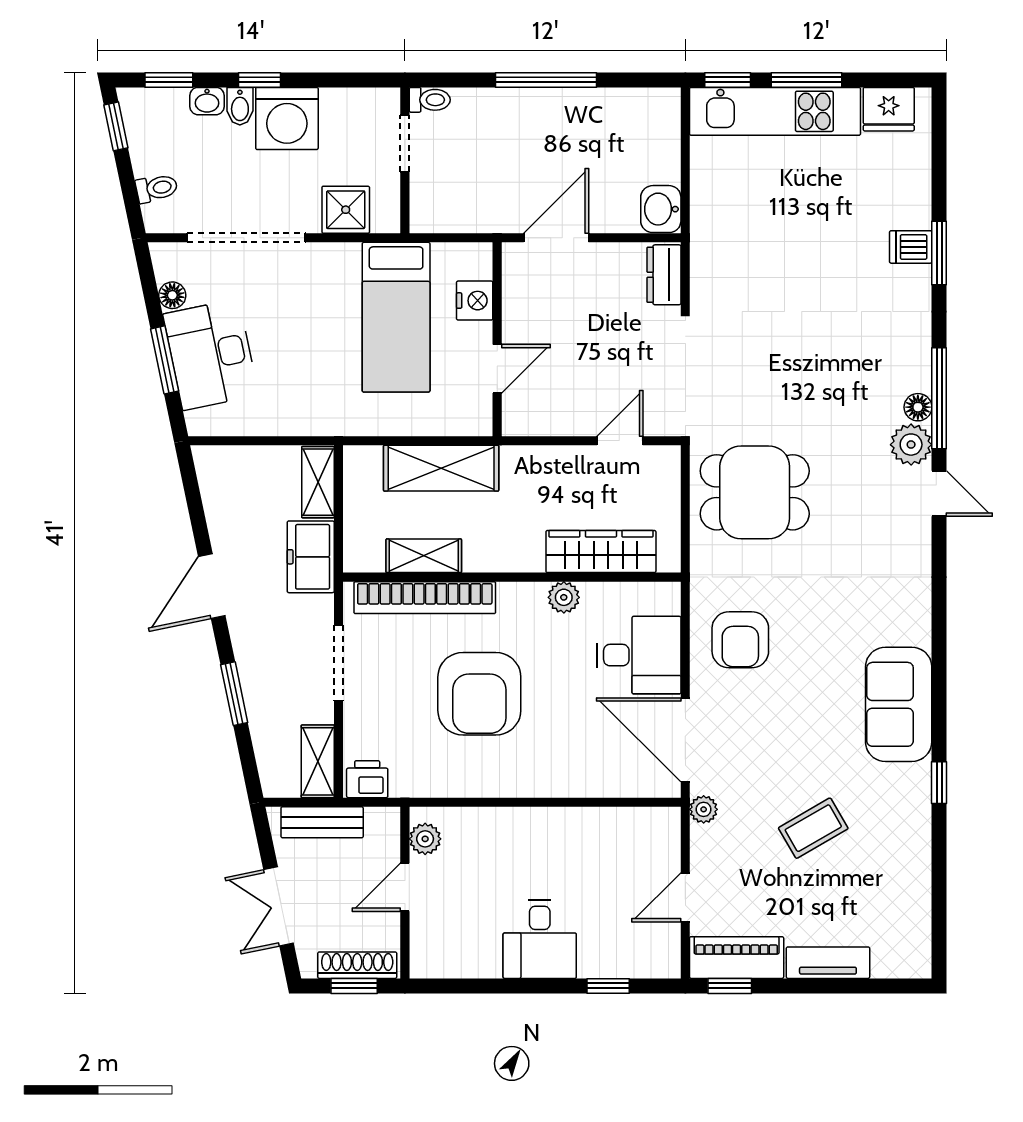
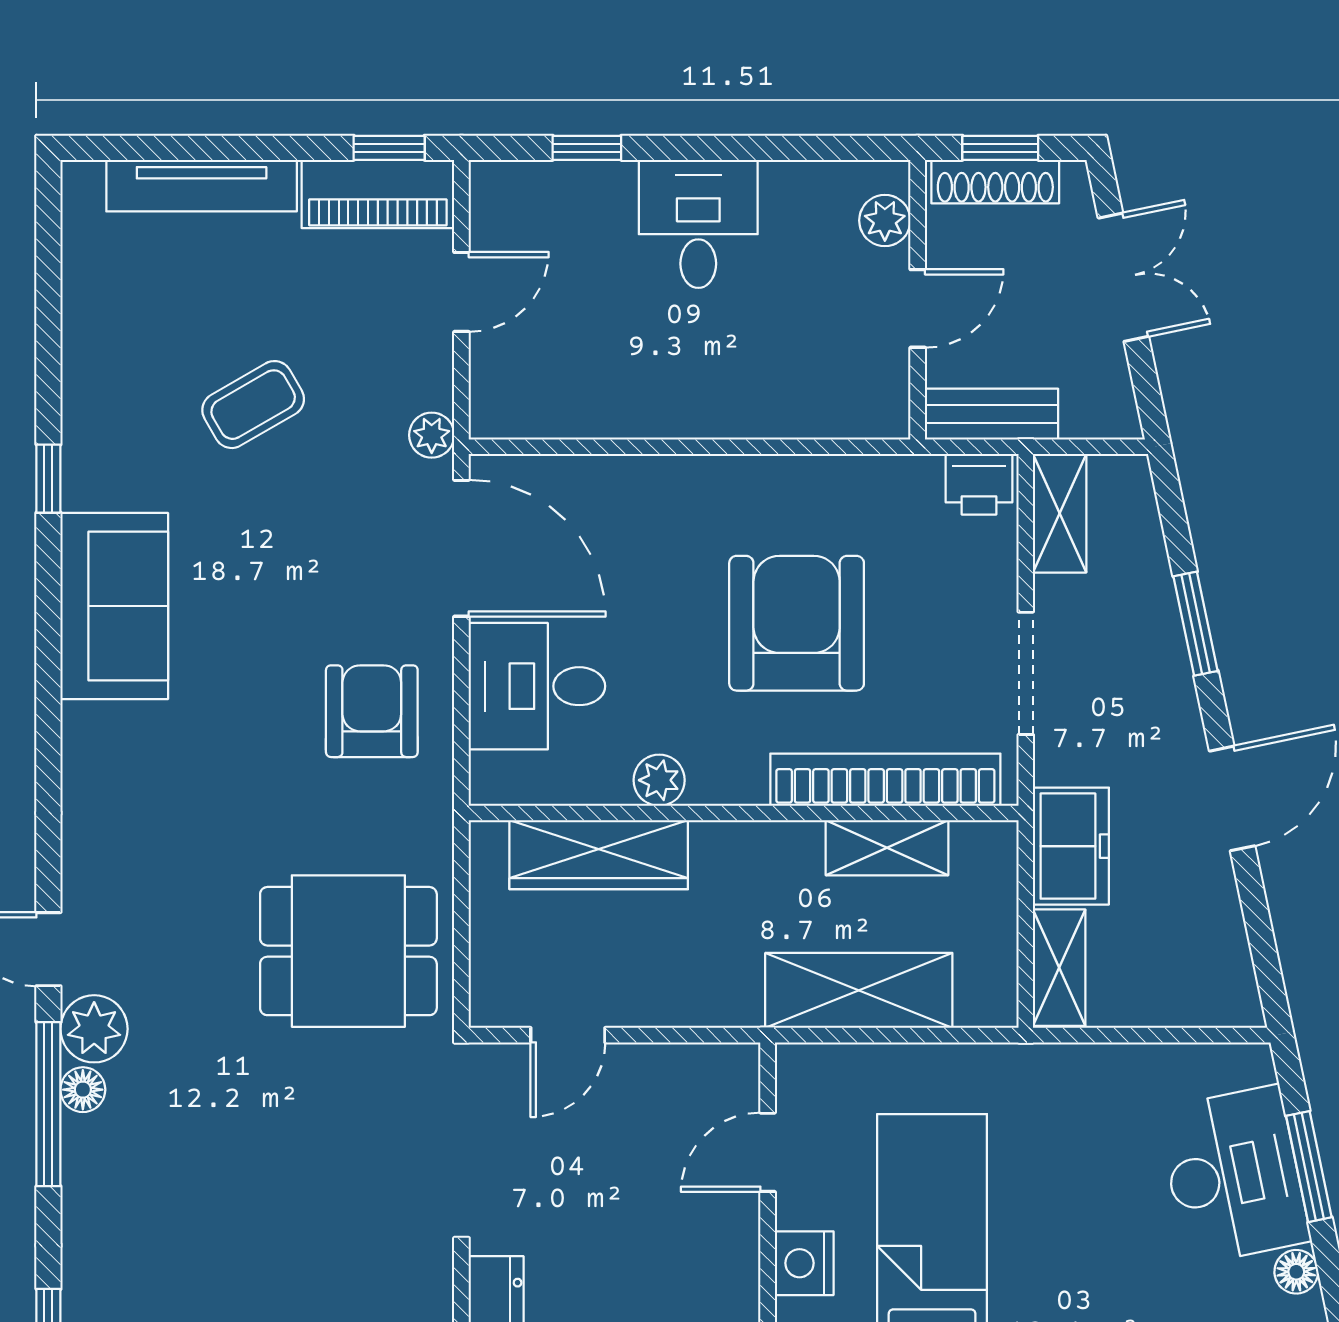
bench: (322, 822) -> (992, 414), moved
plant: (425, 839) -> (885, 220), moved
tv unit: (828, 963) -> (202, 186), width x1.41

